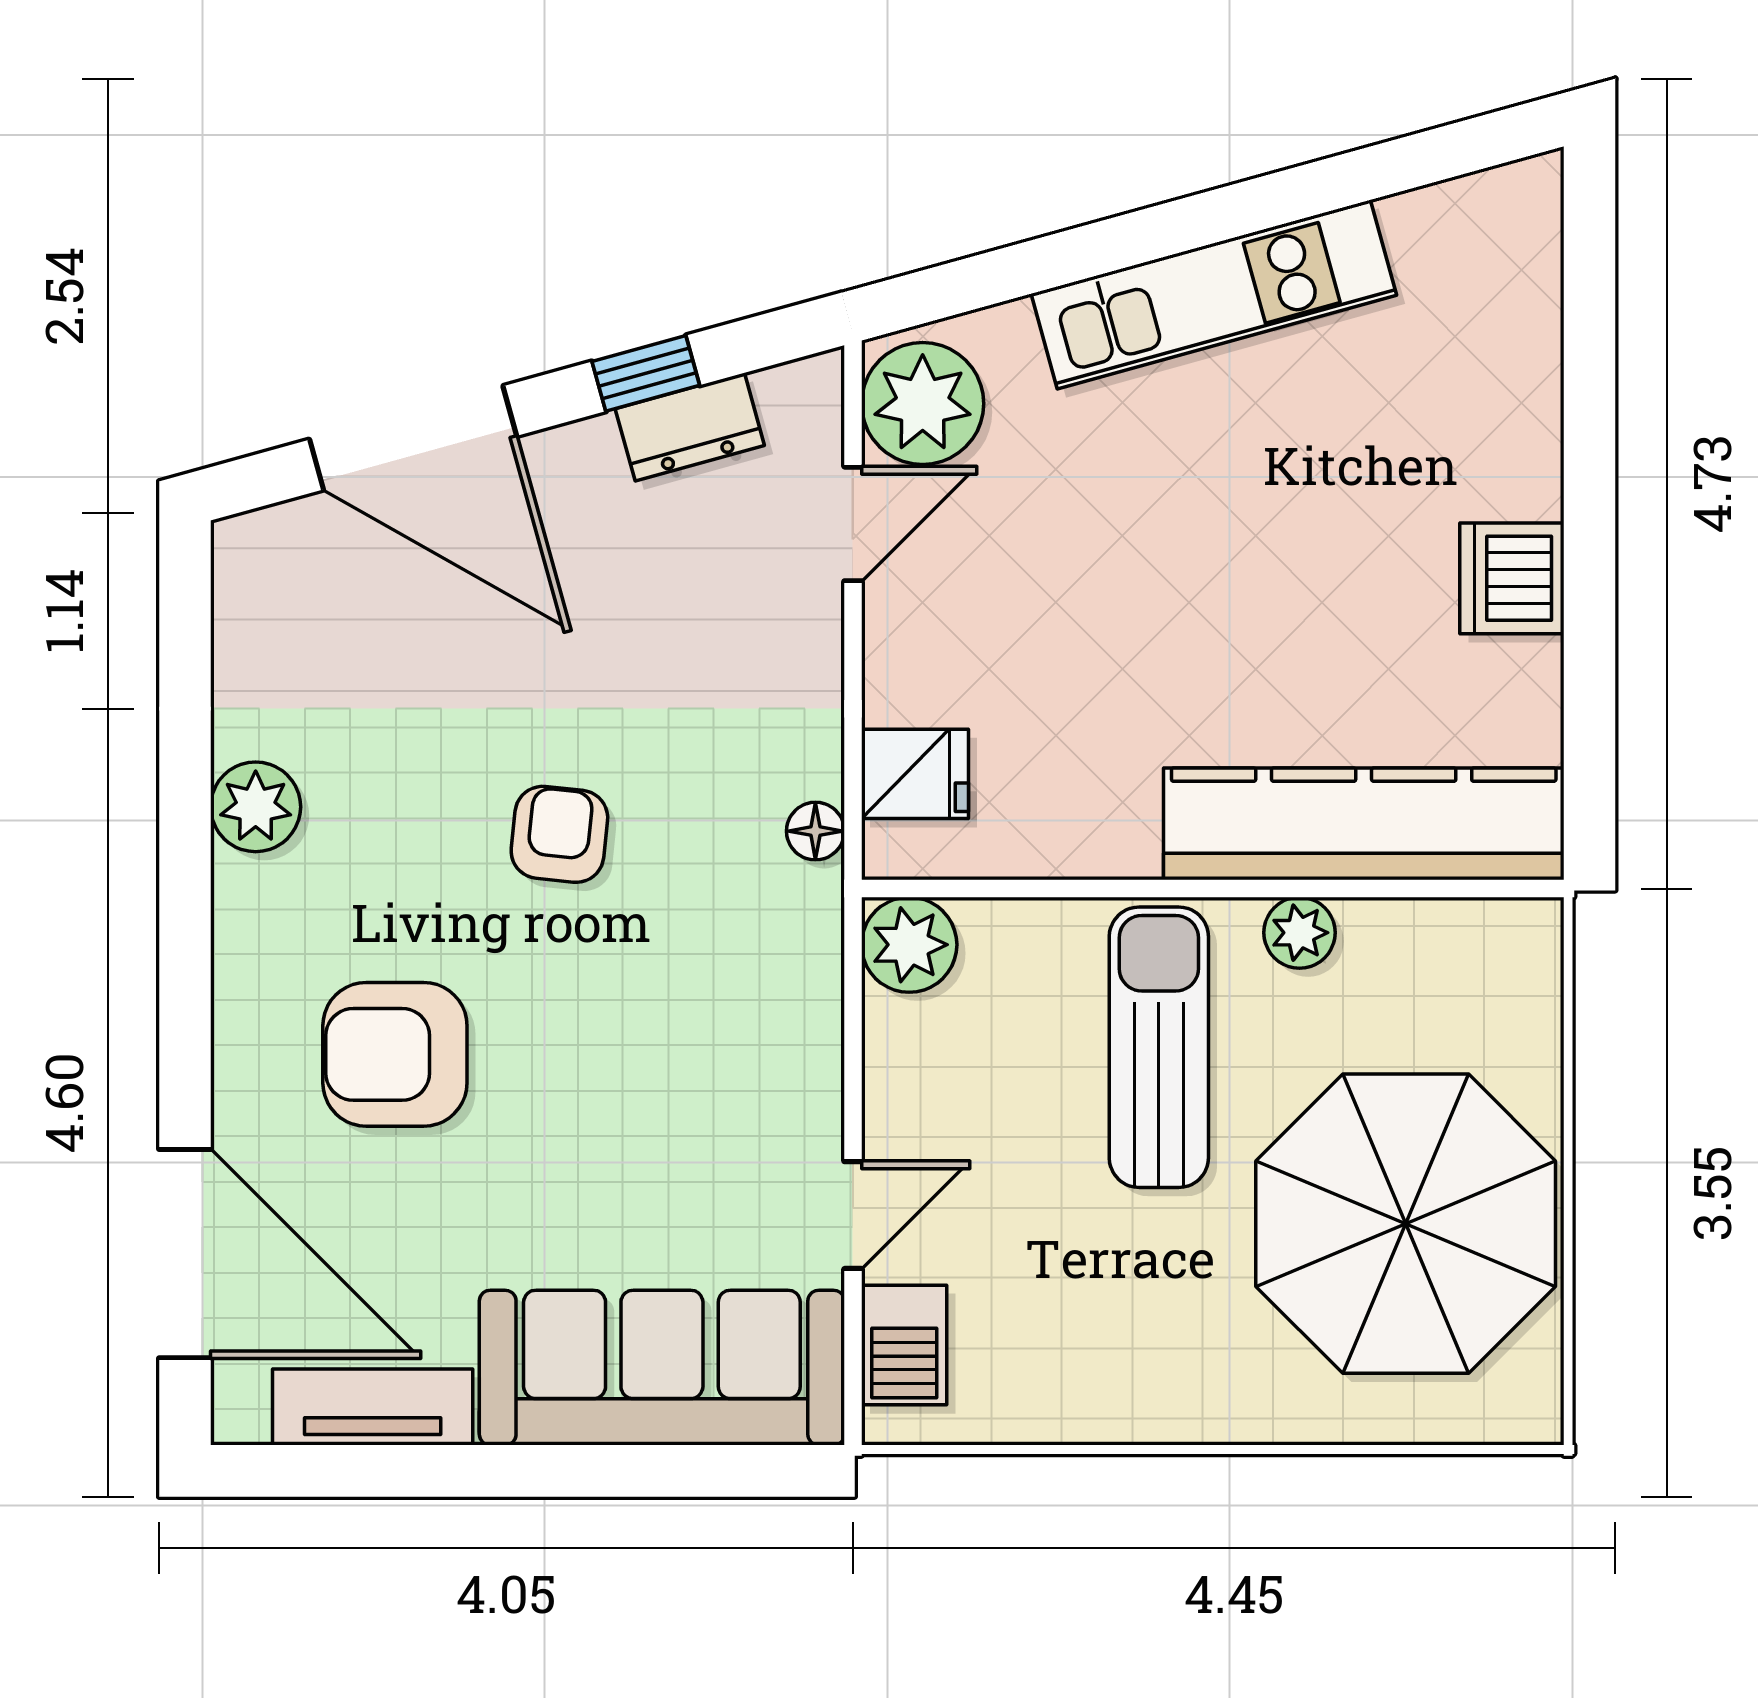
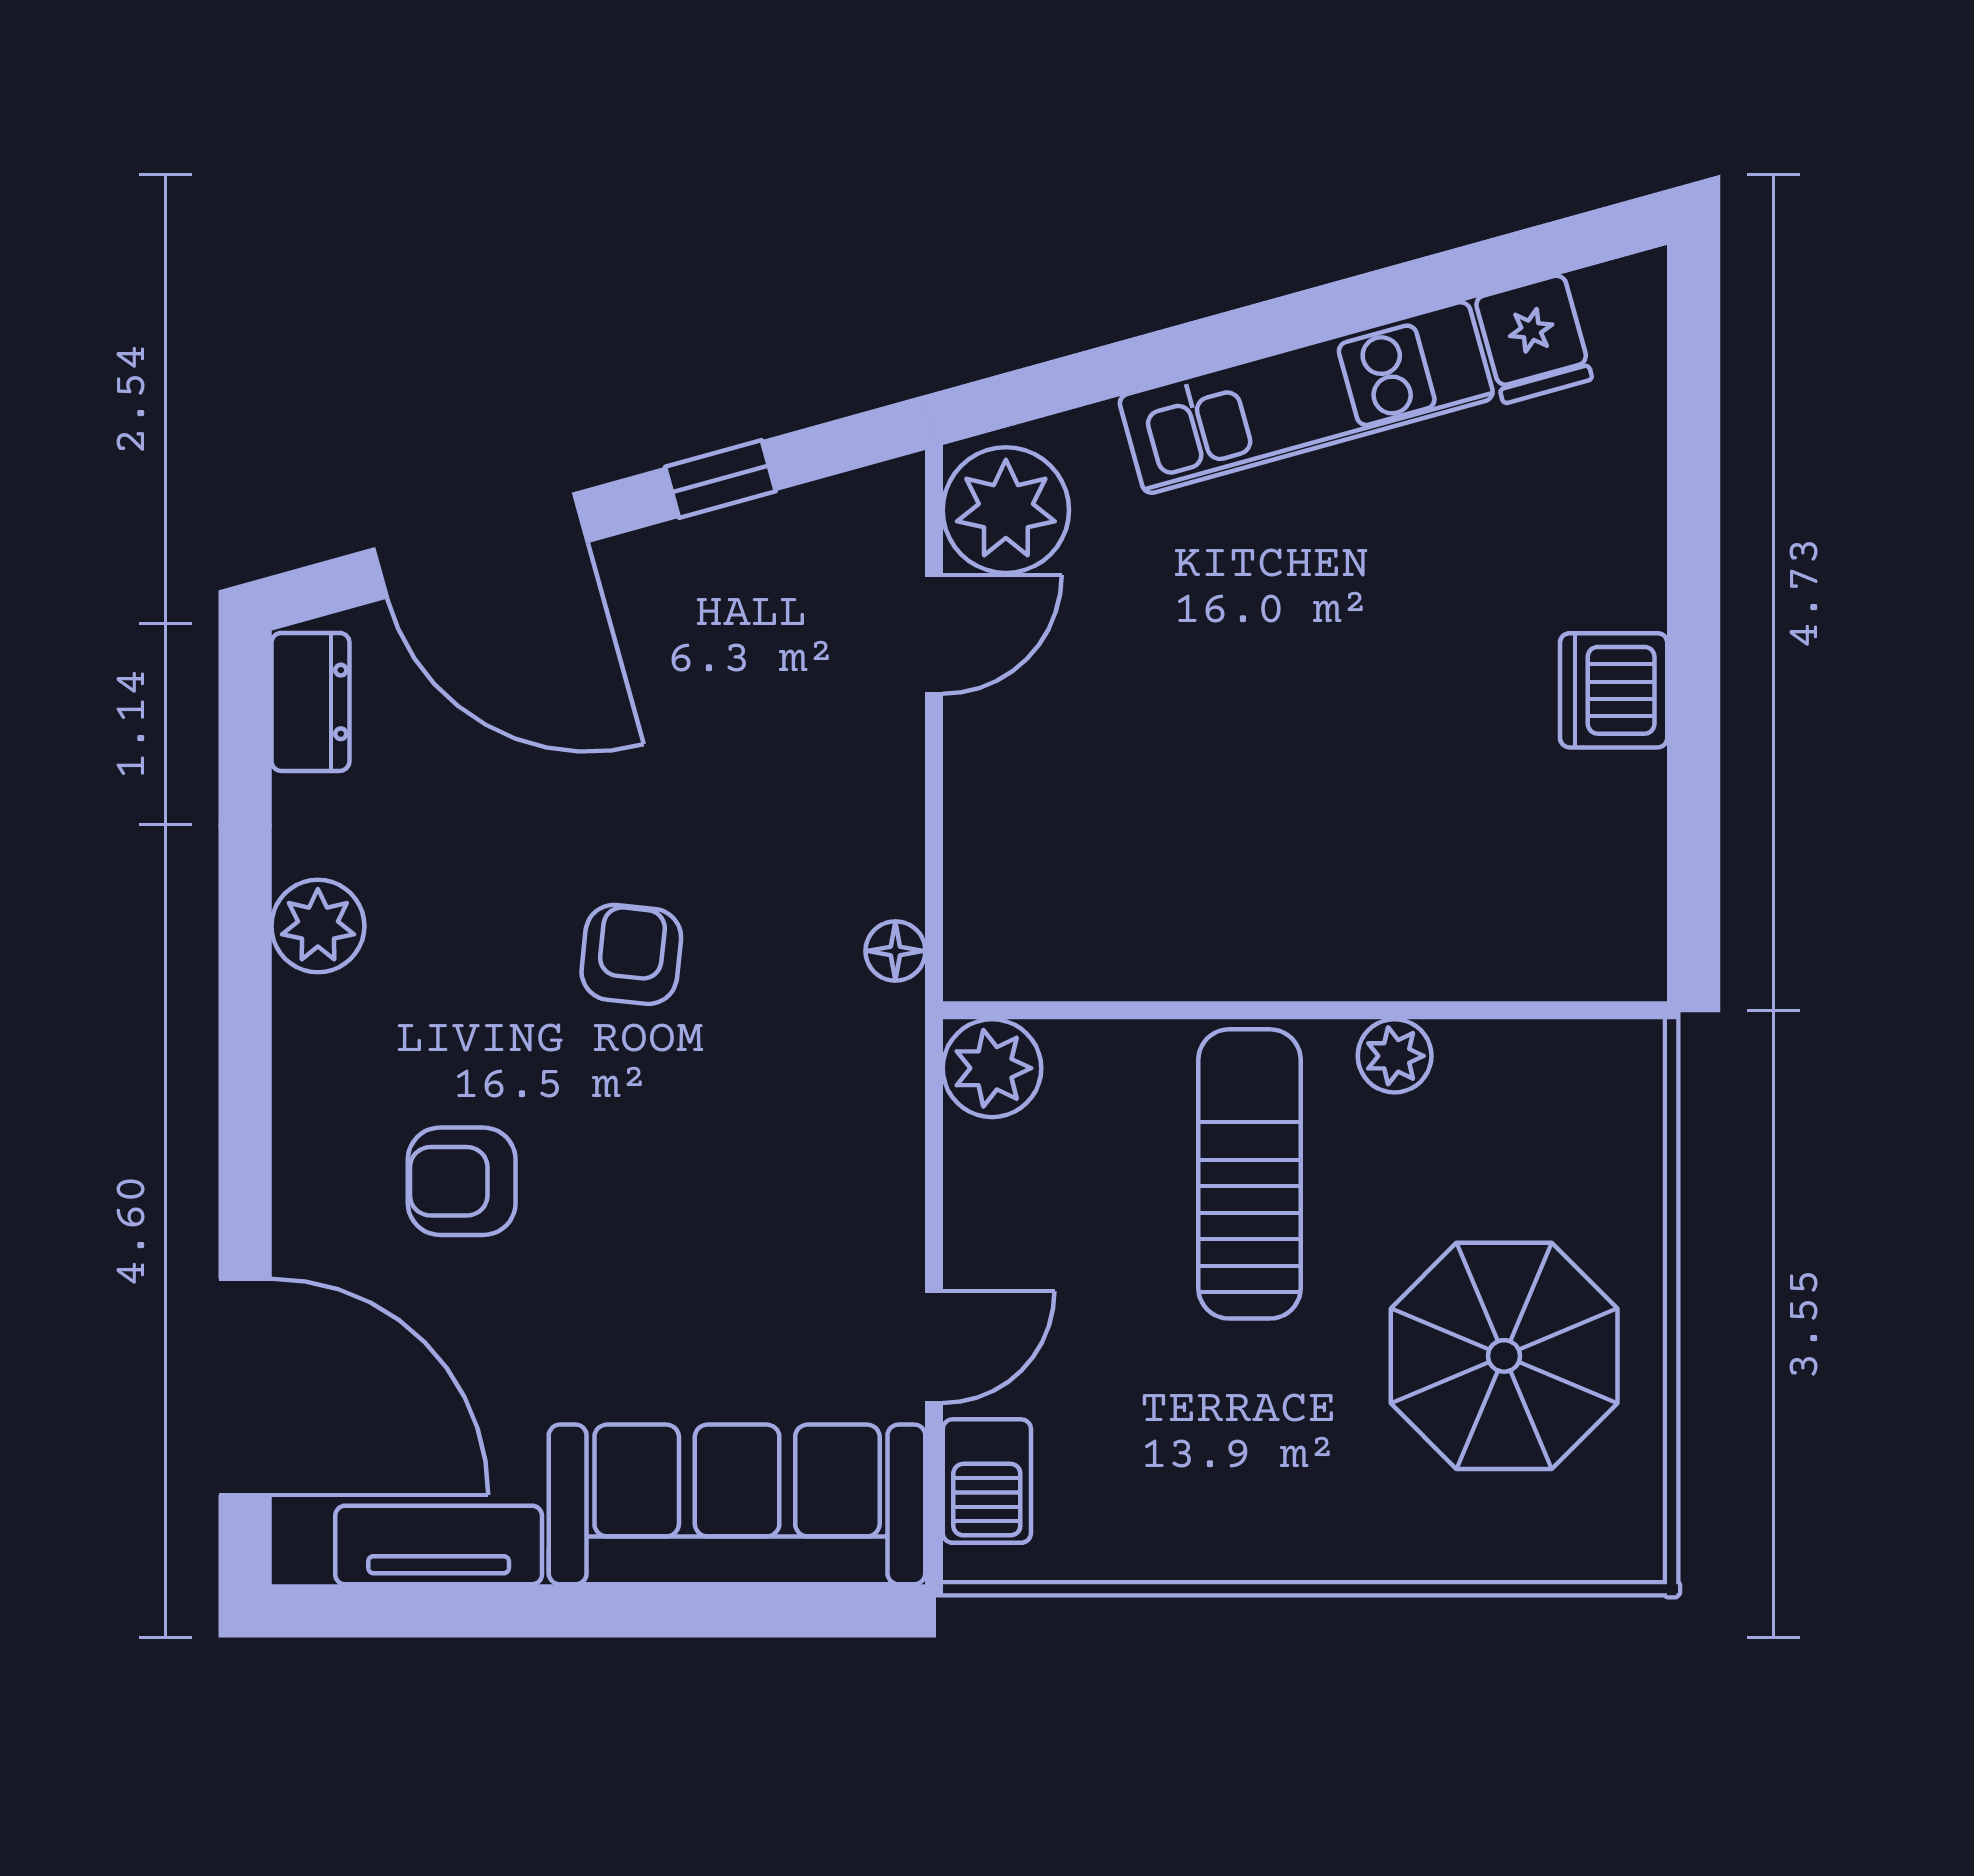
dresser: (690, 427) -> (310, 702), moved, turned -75
fridge: (915, 774) -> (1533, 339), moved, turned 75
kitchen counter: (1364, 824) -> (1461, 944), removed
armchair: (395, 1054) -> (462, 1181), width x0.72, depth x0.72
parasol: (1406, 1224) -> (1504, 1356), width x0.73, depth x0.73

